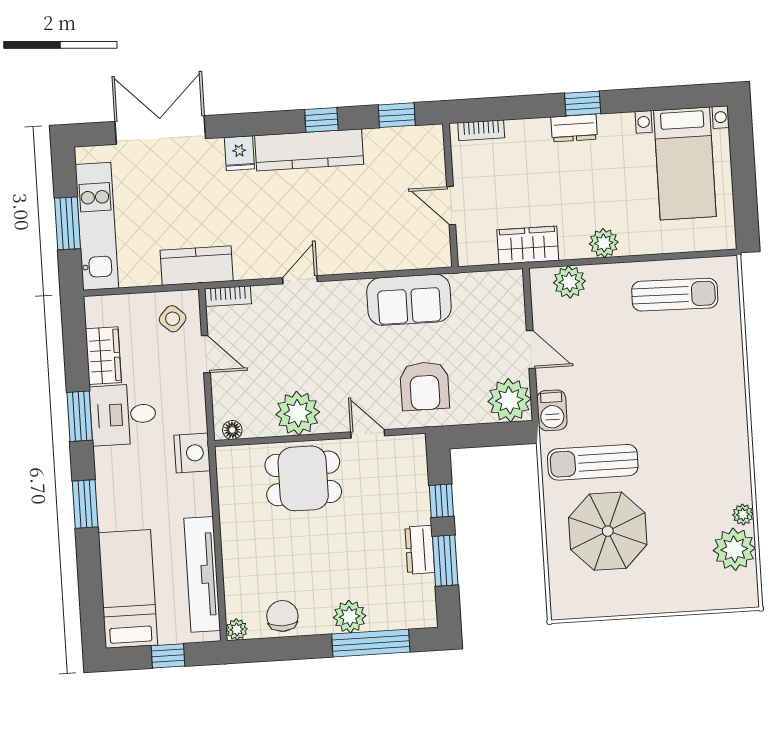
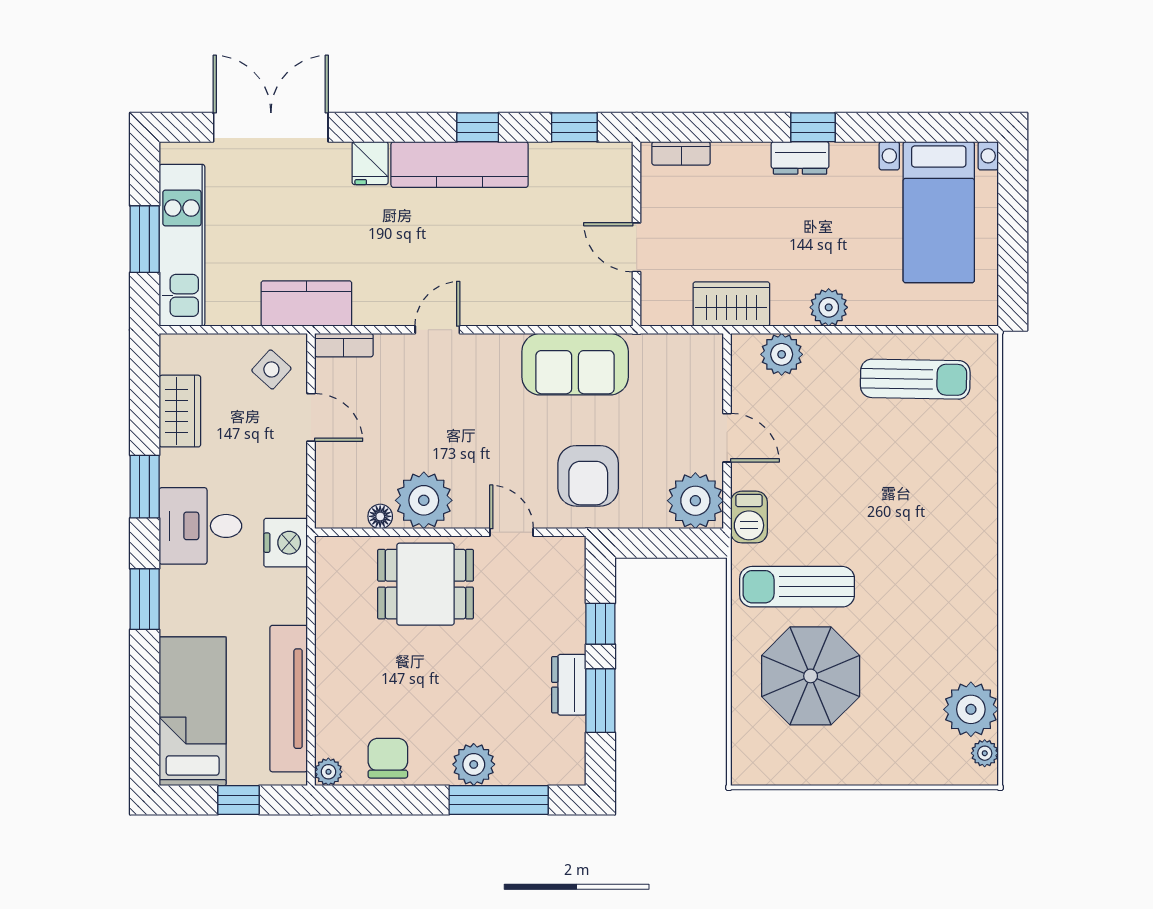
desk: (123, 415) -> (200, 526), moved
floor lamp: (232, 430) -> (380, 516), moved
plant: (743, 514) -> (985, 753), moved

